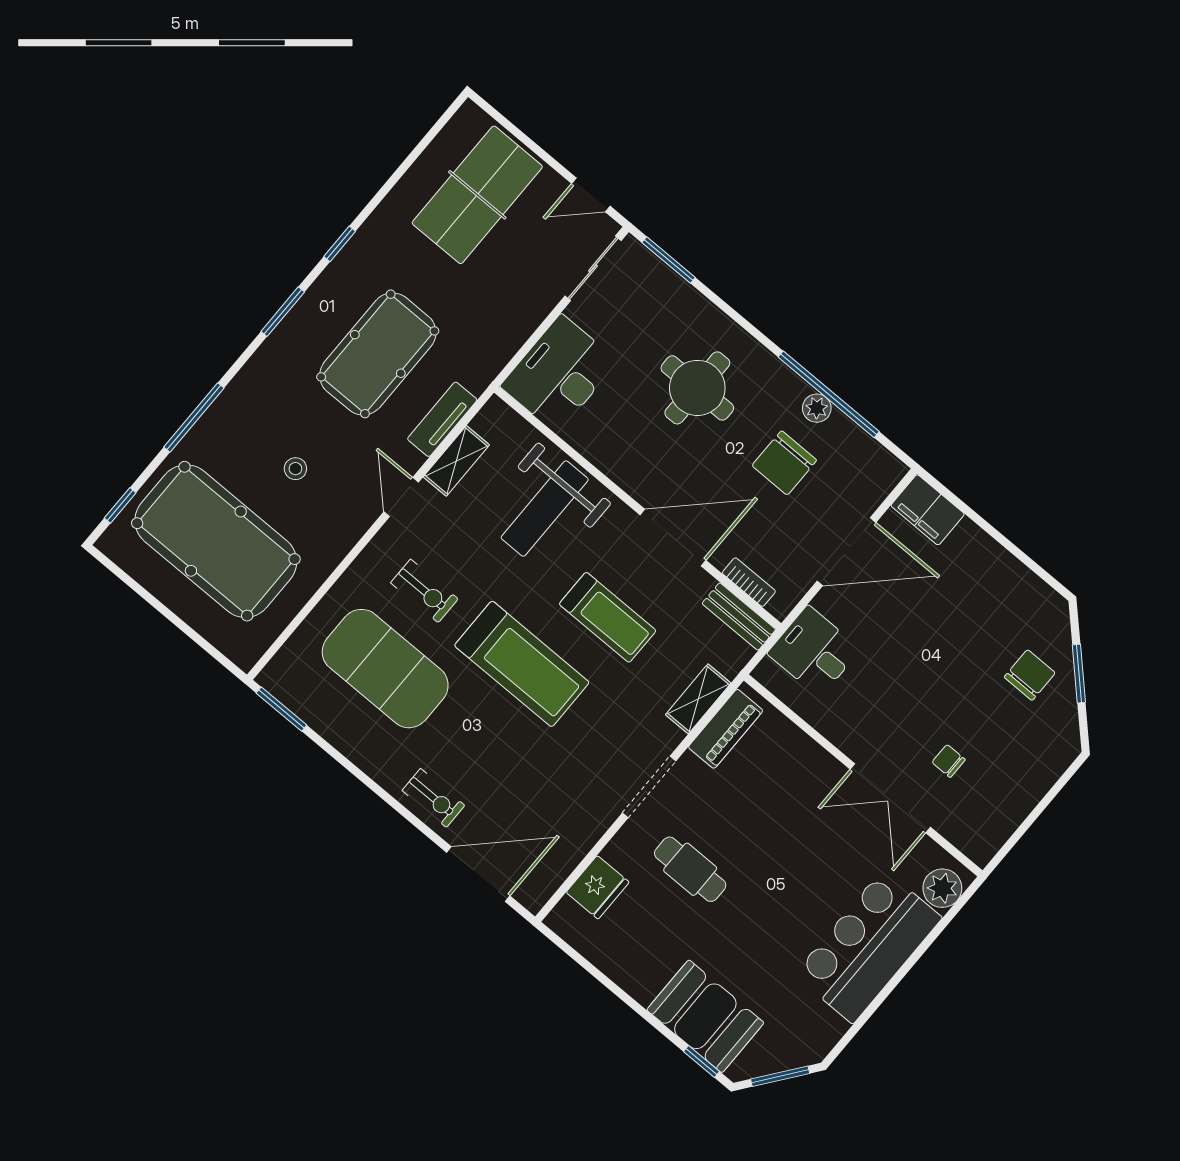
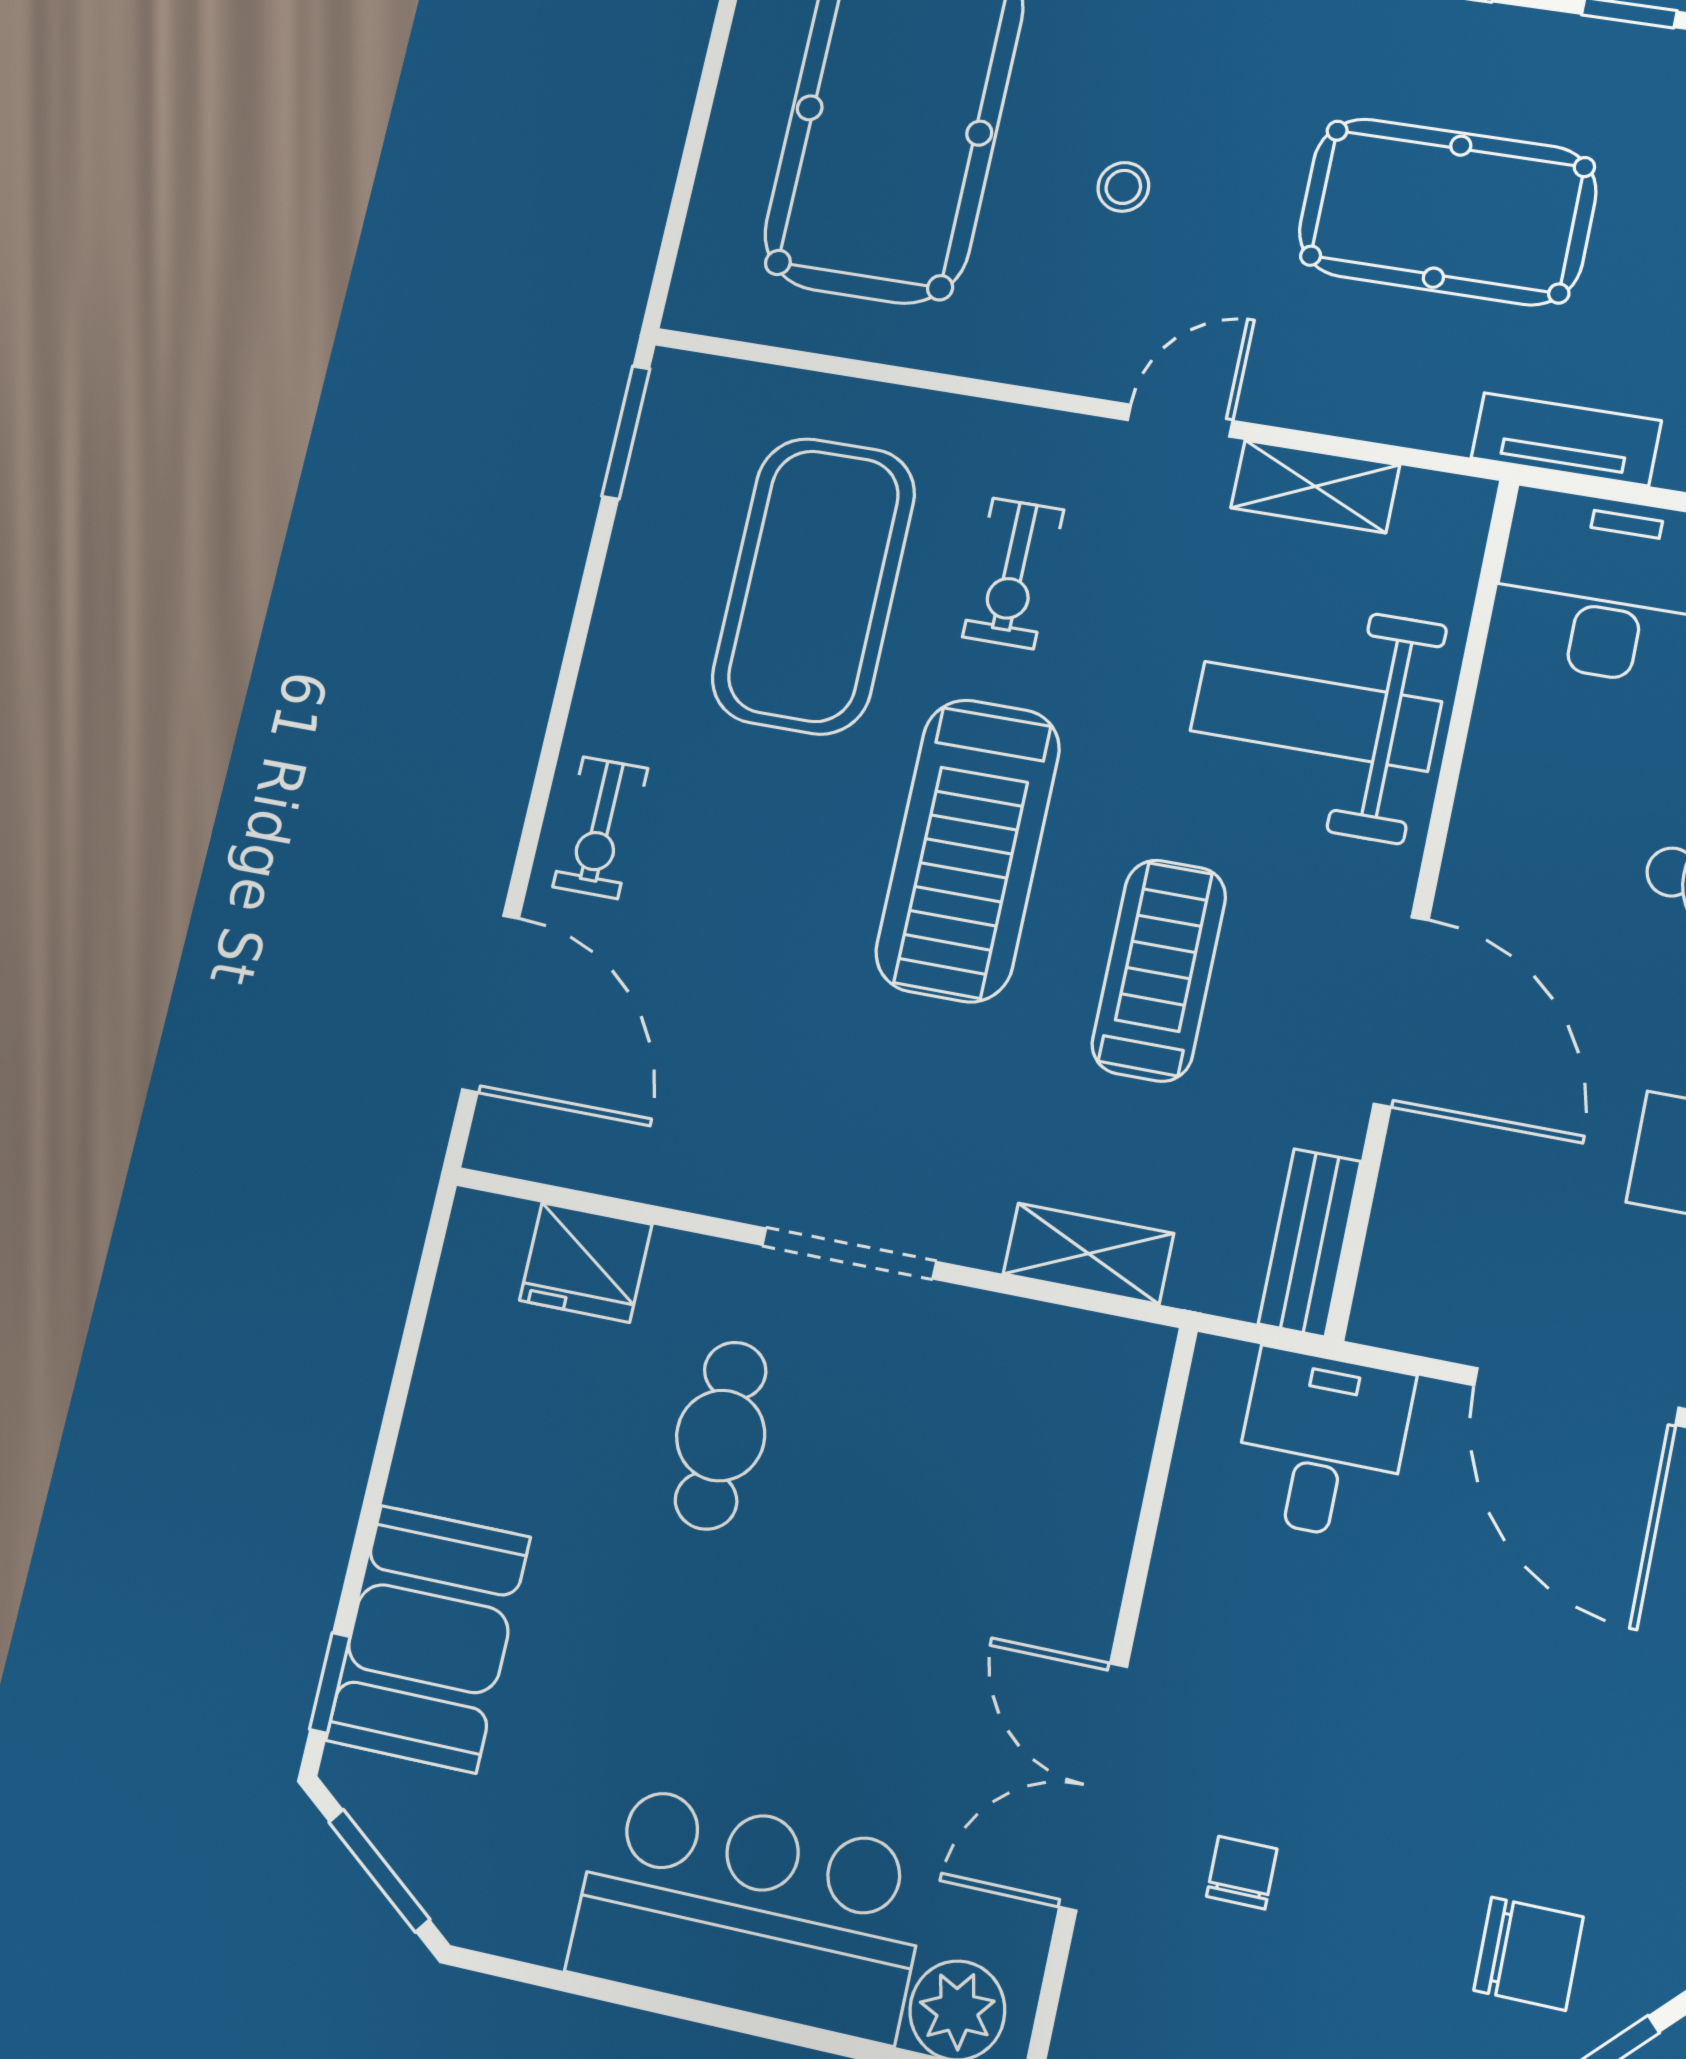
tv unit: (442, 419) -> (1566, 439), moved
bookcase: (749, 582) -> (1395, 1223), removed
treadmill: (608, 617) -> (1159, 970), turned 180
piano: (726, 729) -> (1056, 1347), removed

